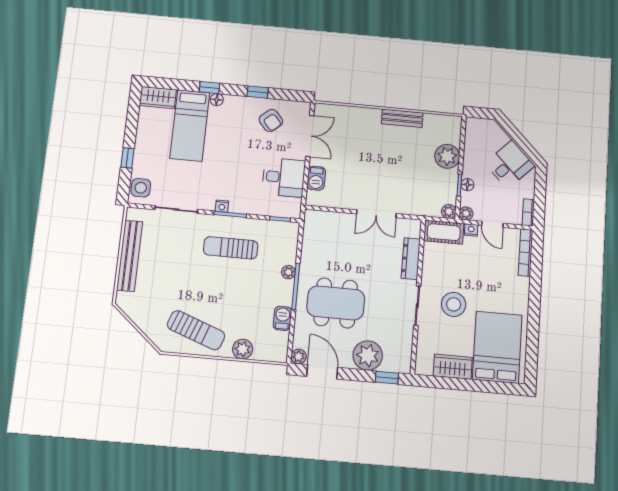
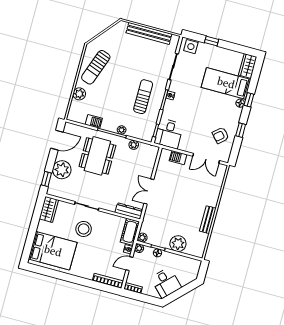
desk: (284, 177) -> (169, 134), moved
dresser: (411, 259) -> (129, 211), moved
plant: (299, 357) -> (134, 145), moved
wardrobe: (453, 367) -> (49, 209), moved

